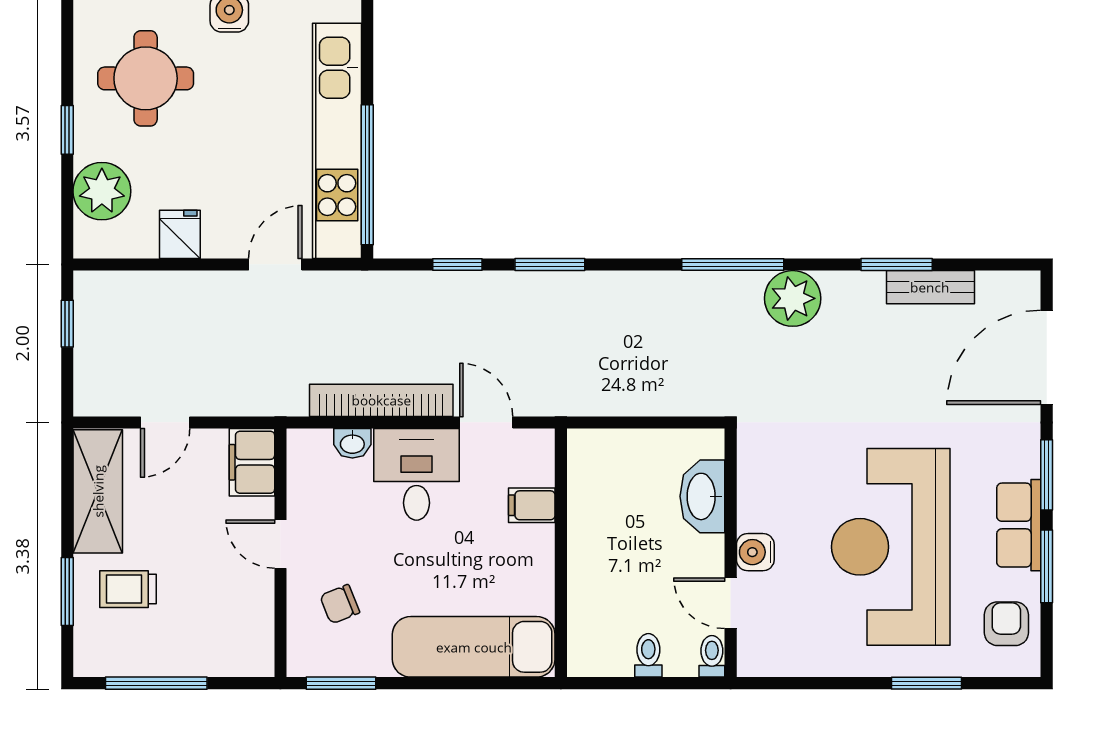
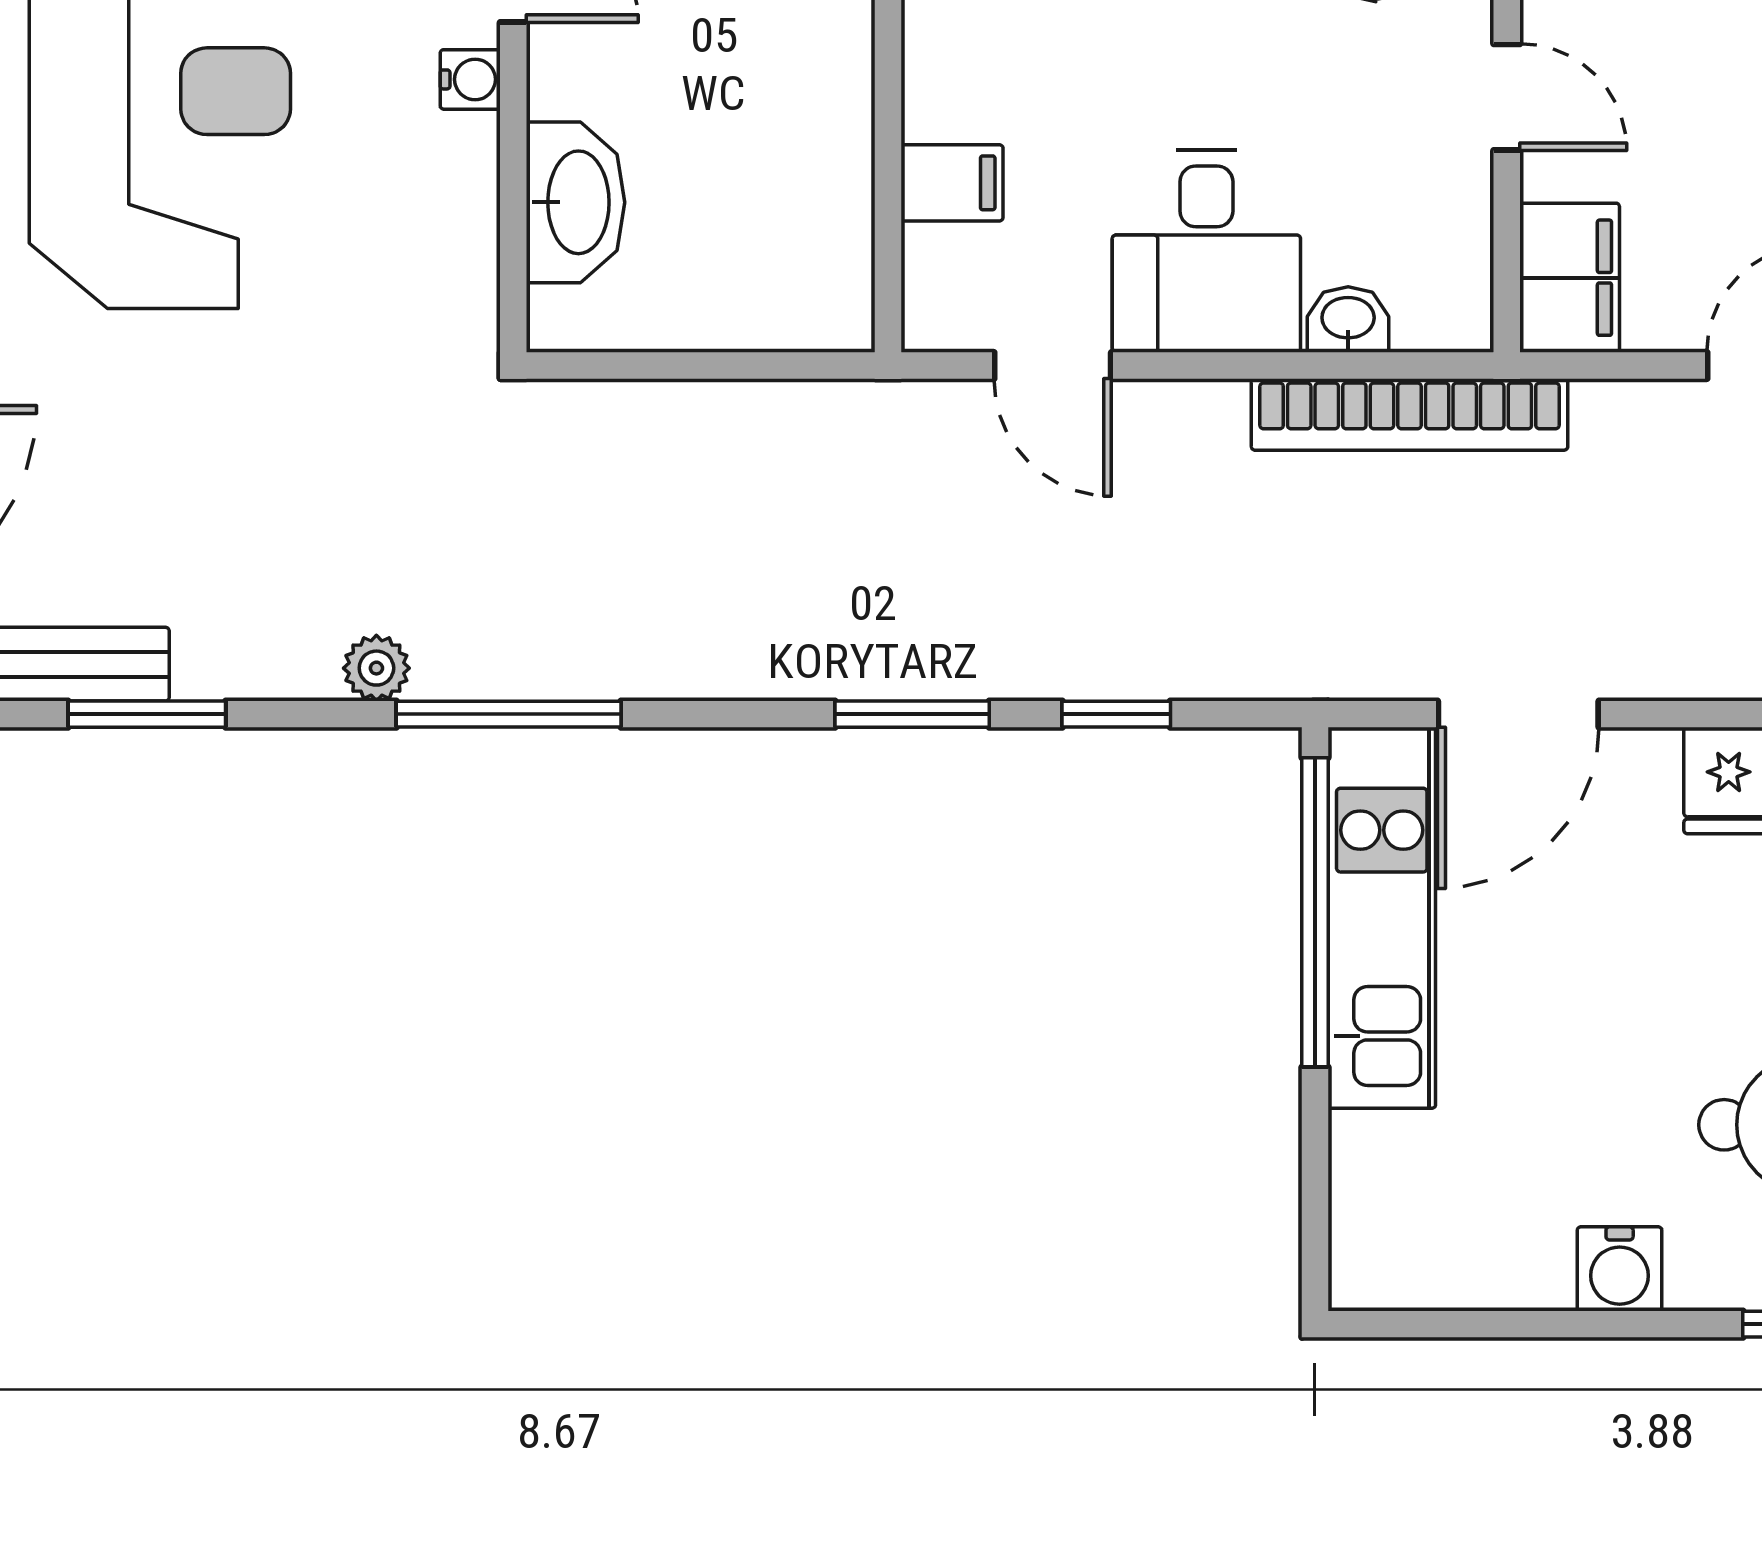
kitchen unit: (337, 141) -> (1382, 918), width x0.73
door: (275, 264) -> (1518, 714), width x1.38
plant: (793, 298) -> (376, 668), width x0.53, depth x0.53
bookcase: (381, 400) -> (1410, 414), moved
water cooler: (755, 552) -> (470, 79), width x0.72, depth x0.72

